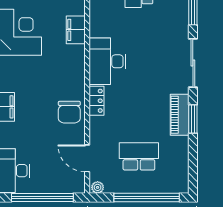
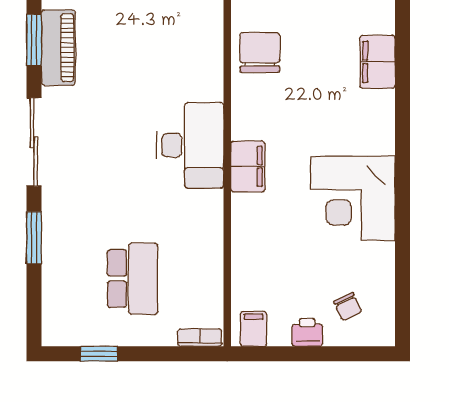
filing cabinet: (76, 30) -> (248, 166), moved
locker: (96, 101) -> (210, 73), removed

